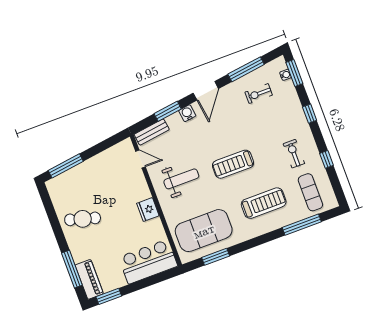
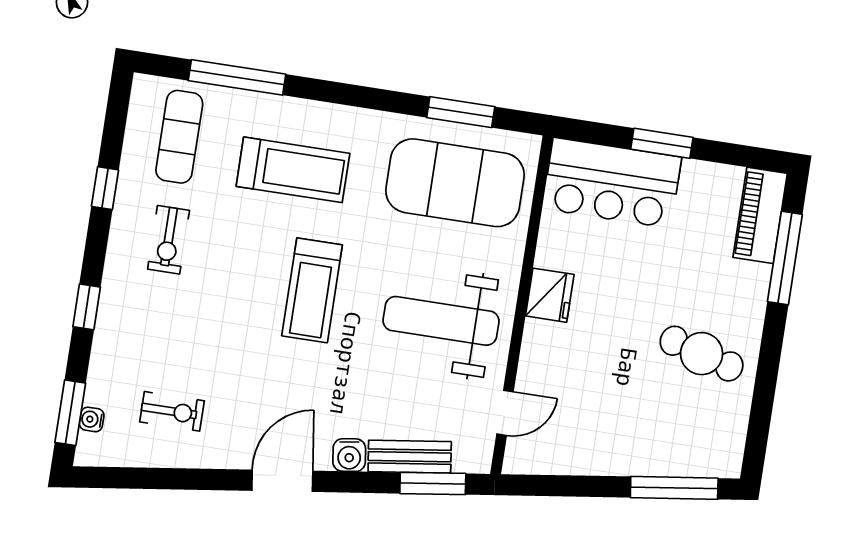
window: (246, 69) -> (170, 479), removed
window: (168, 111) -> (433, 484), moved
bench: (152, 132) -> (410, 457), moved
door: (140, 159) -> (505, 413), swing flipped
treadmill: (233, 164) -> (312, 290), turned 90
weight bench: (181, 179) -> (441, 321), width x1.36, depth x1.33
treadmill: (264, 203) -> (293, 170), turned 180
window: (109, 296) -> (662, 143), moved

